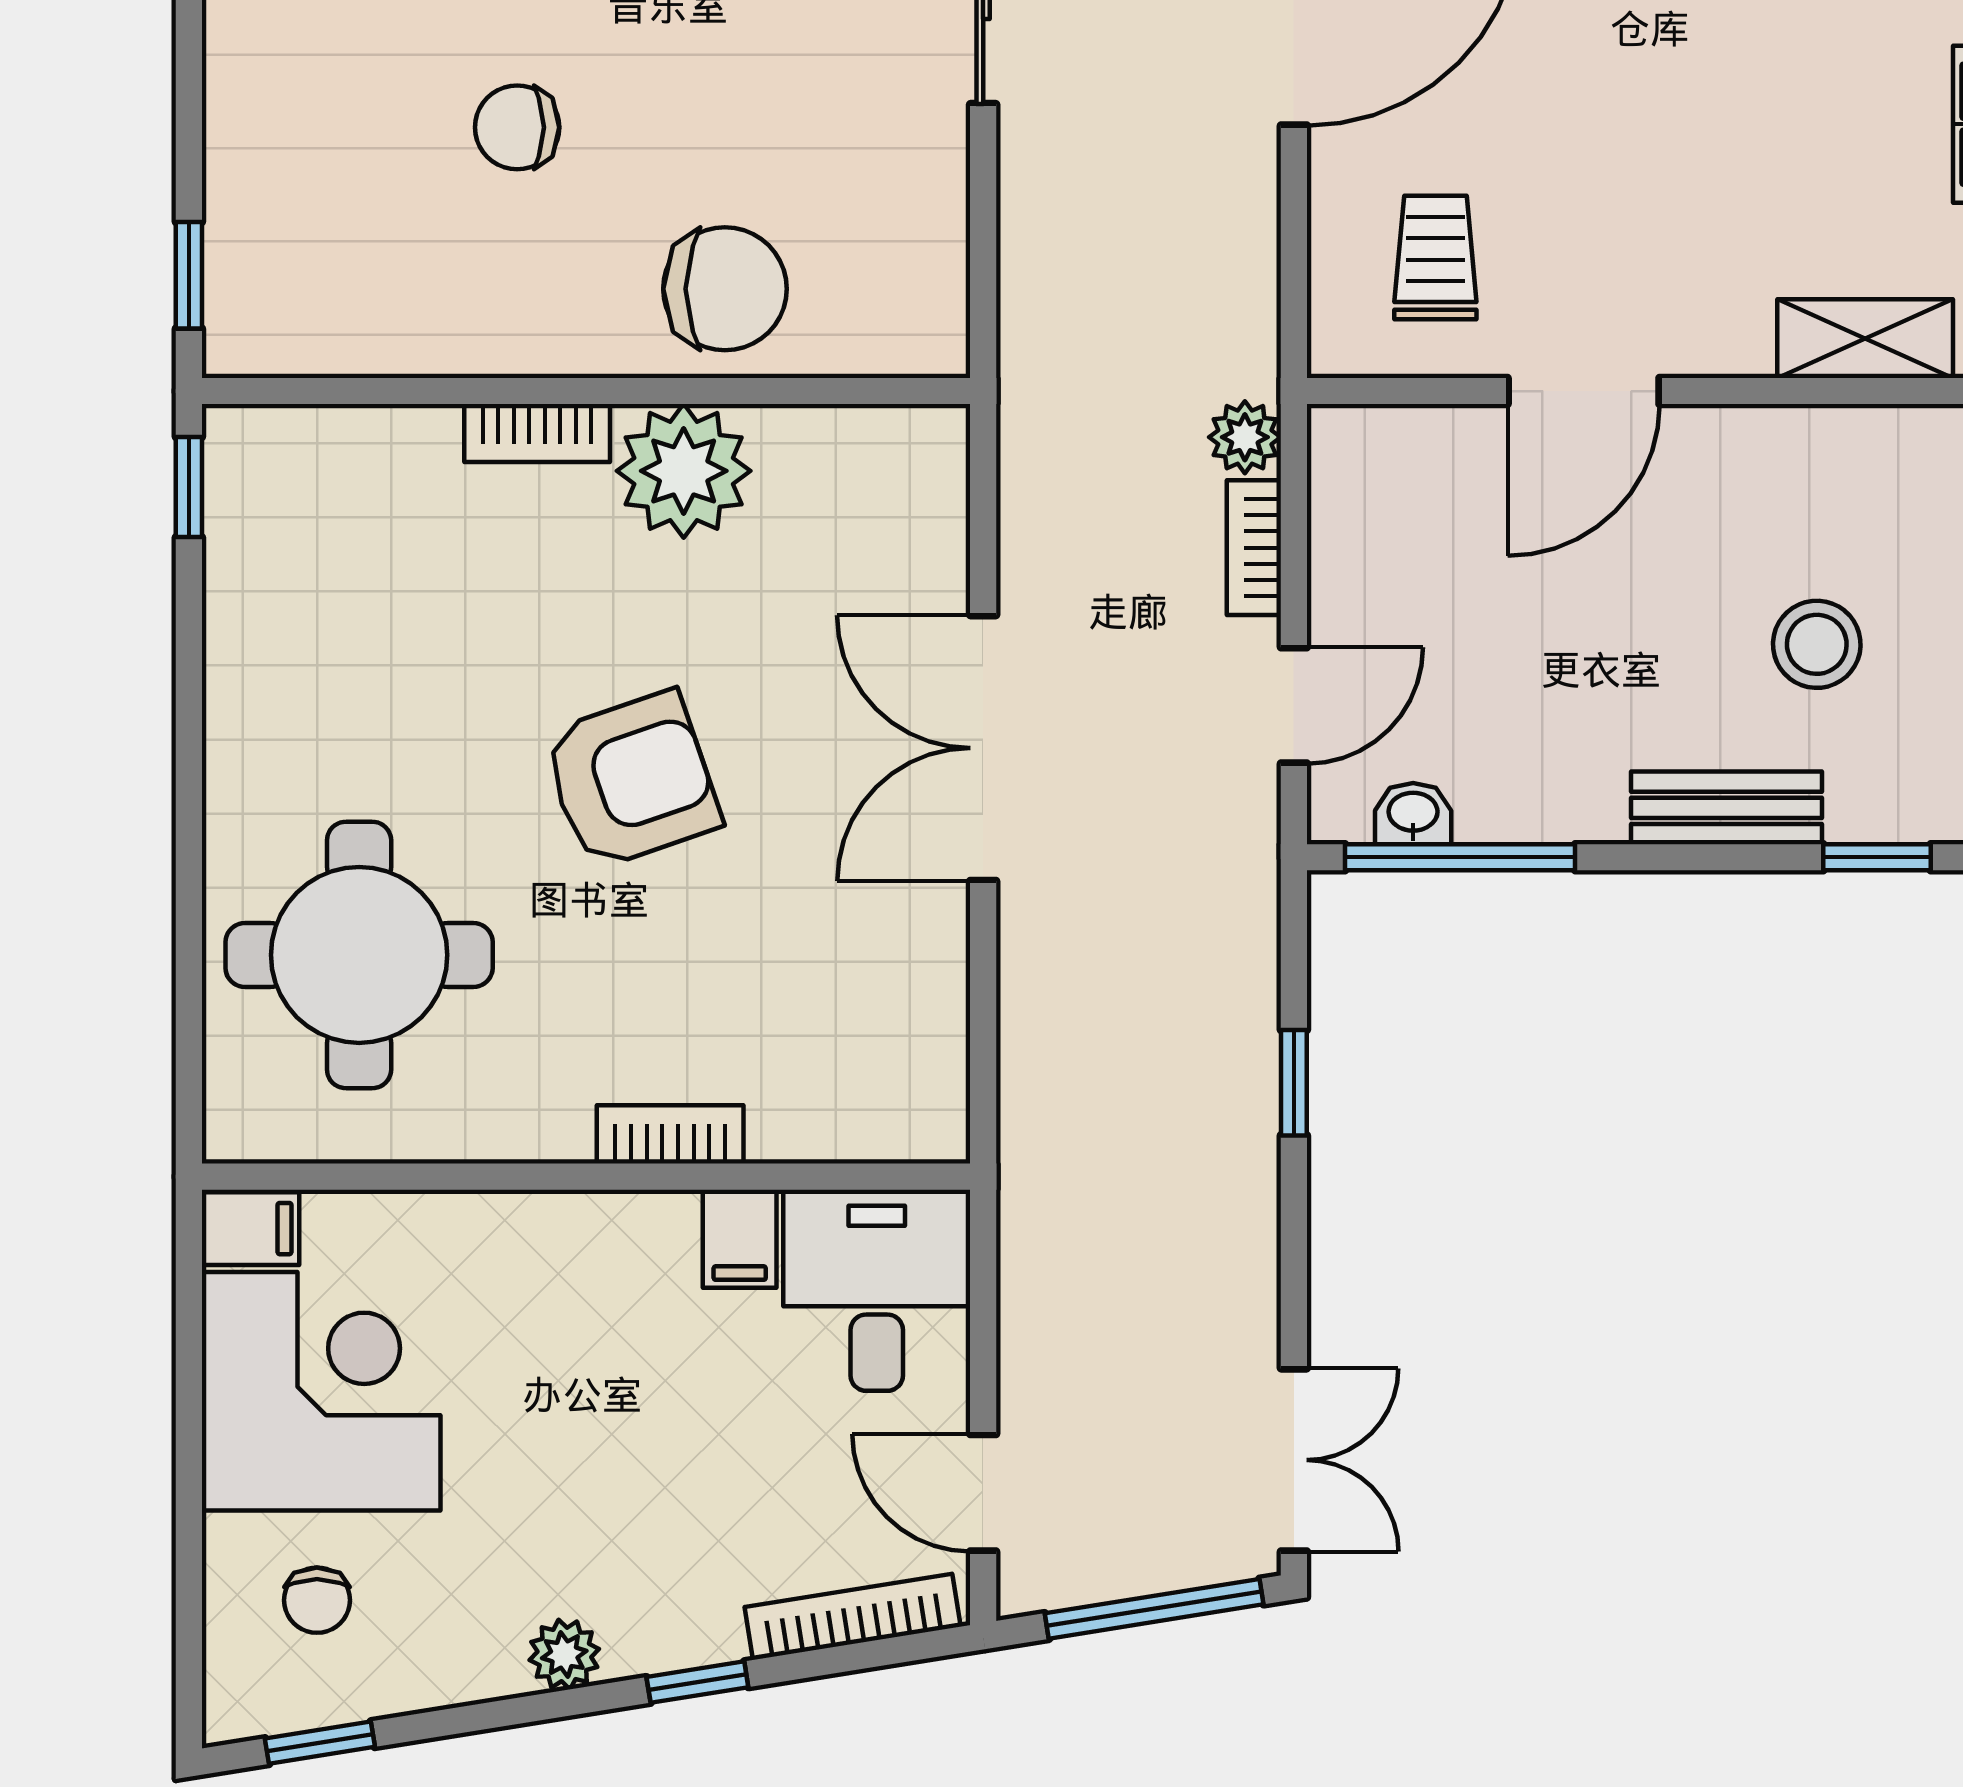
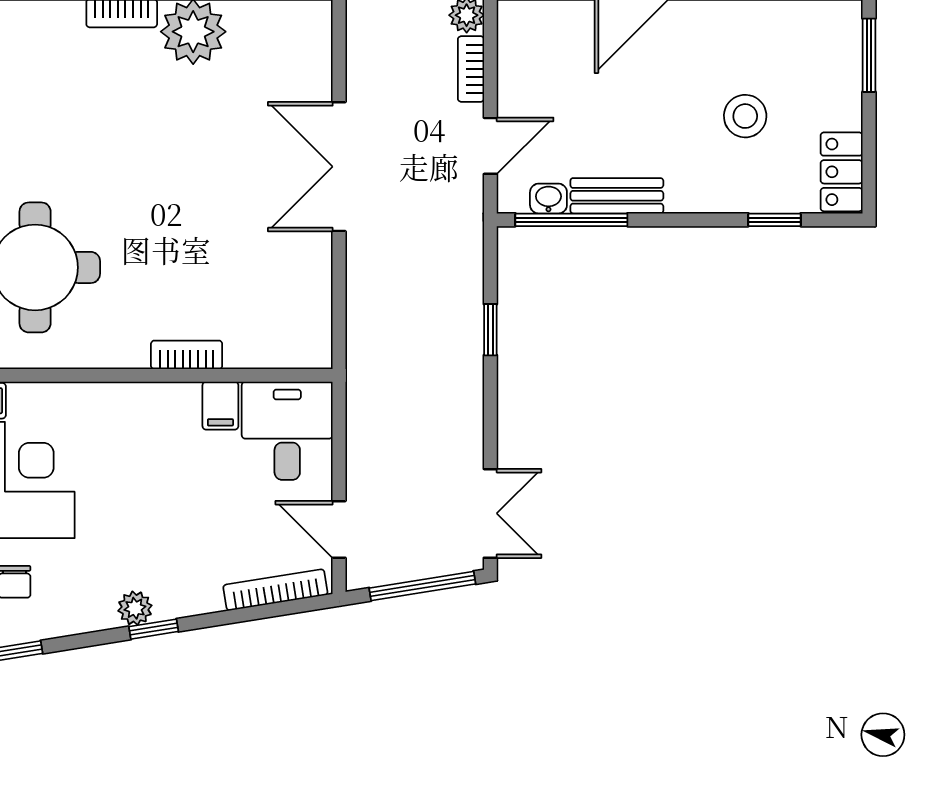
armchair: (631, 780) -> (168, 182), removed
bench: (1726, 808) -> (617, 196), moved
window: (697, 1682) -> (154, 629), moved

